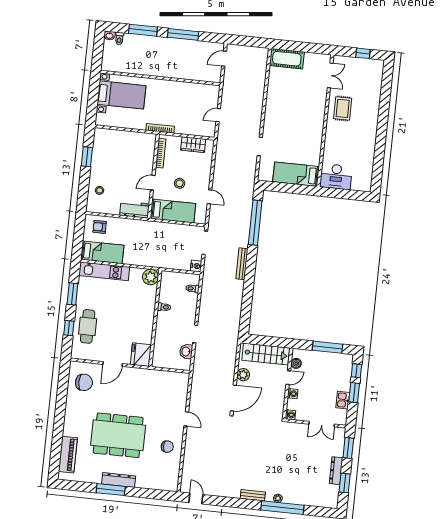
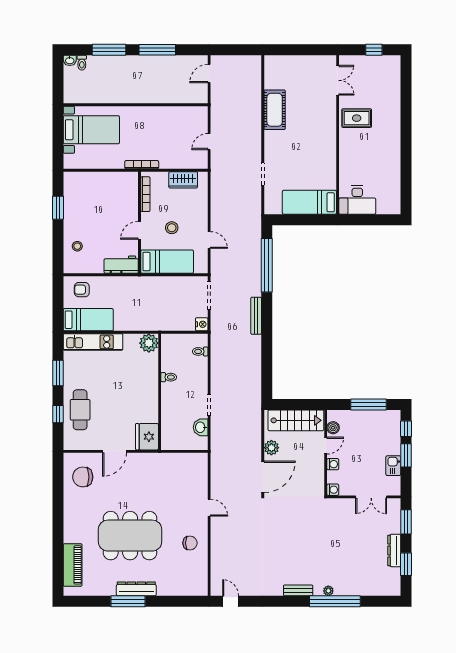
cot: (287, 59) -> (275, 110), moved, turned 90
rug: (343, 108) -> (357, 118), turned 90
chair: (84, 382) -> (83, 477), turned 180

